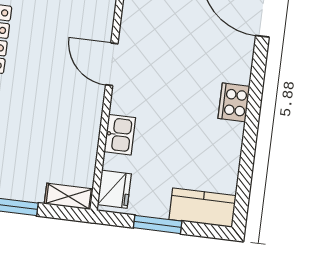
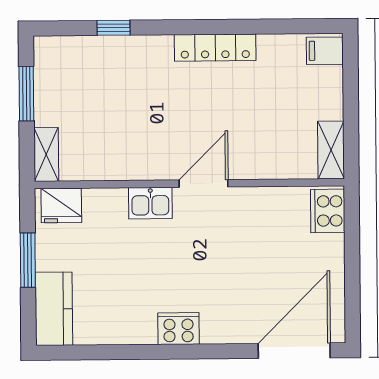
kitchen sink: (120, 135) -> (150, 203), moved

